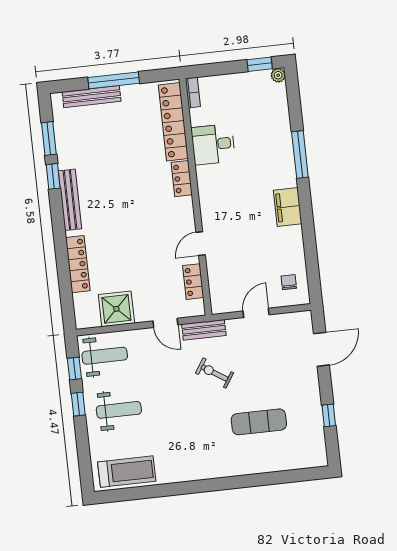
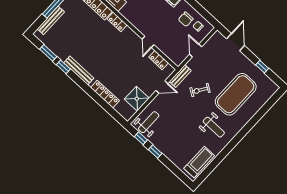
chair: (280, 258) -> (186, 19), added
weight bench: (119, 410) -> (214, 127), moved, turned 90
exercise mat: (259, 422) -> (236, 94), width x2.00, depth x1.45

